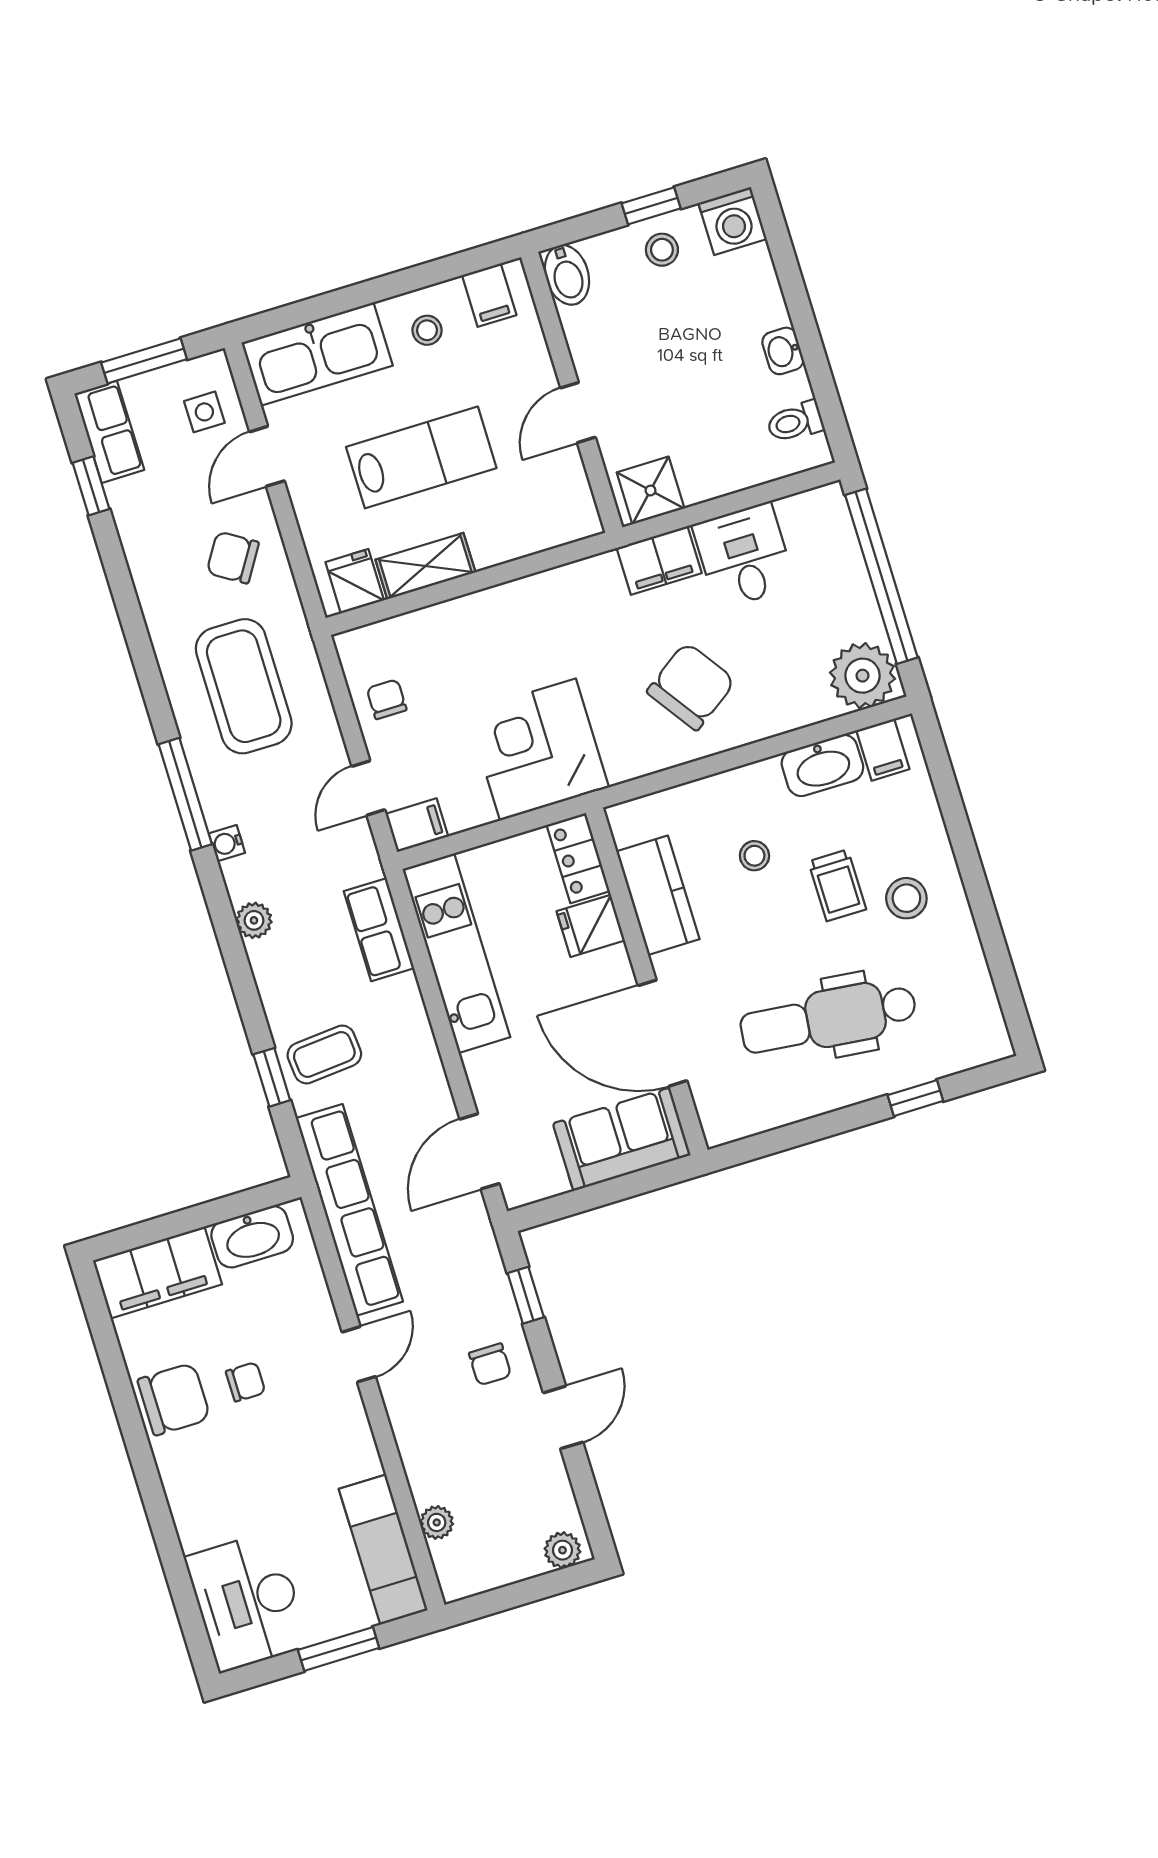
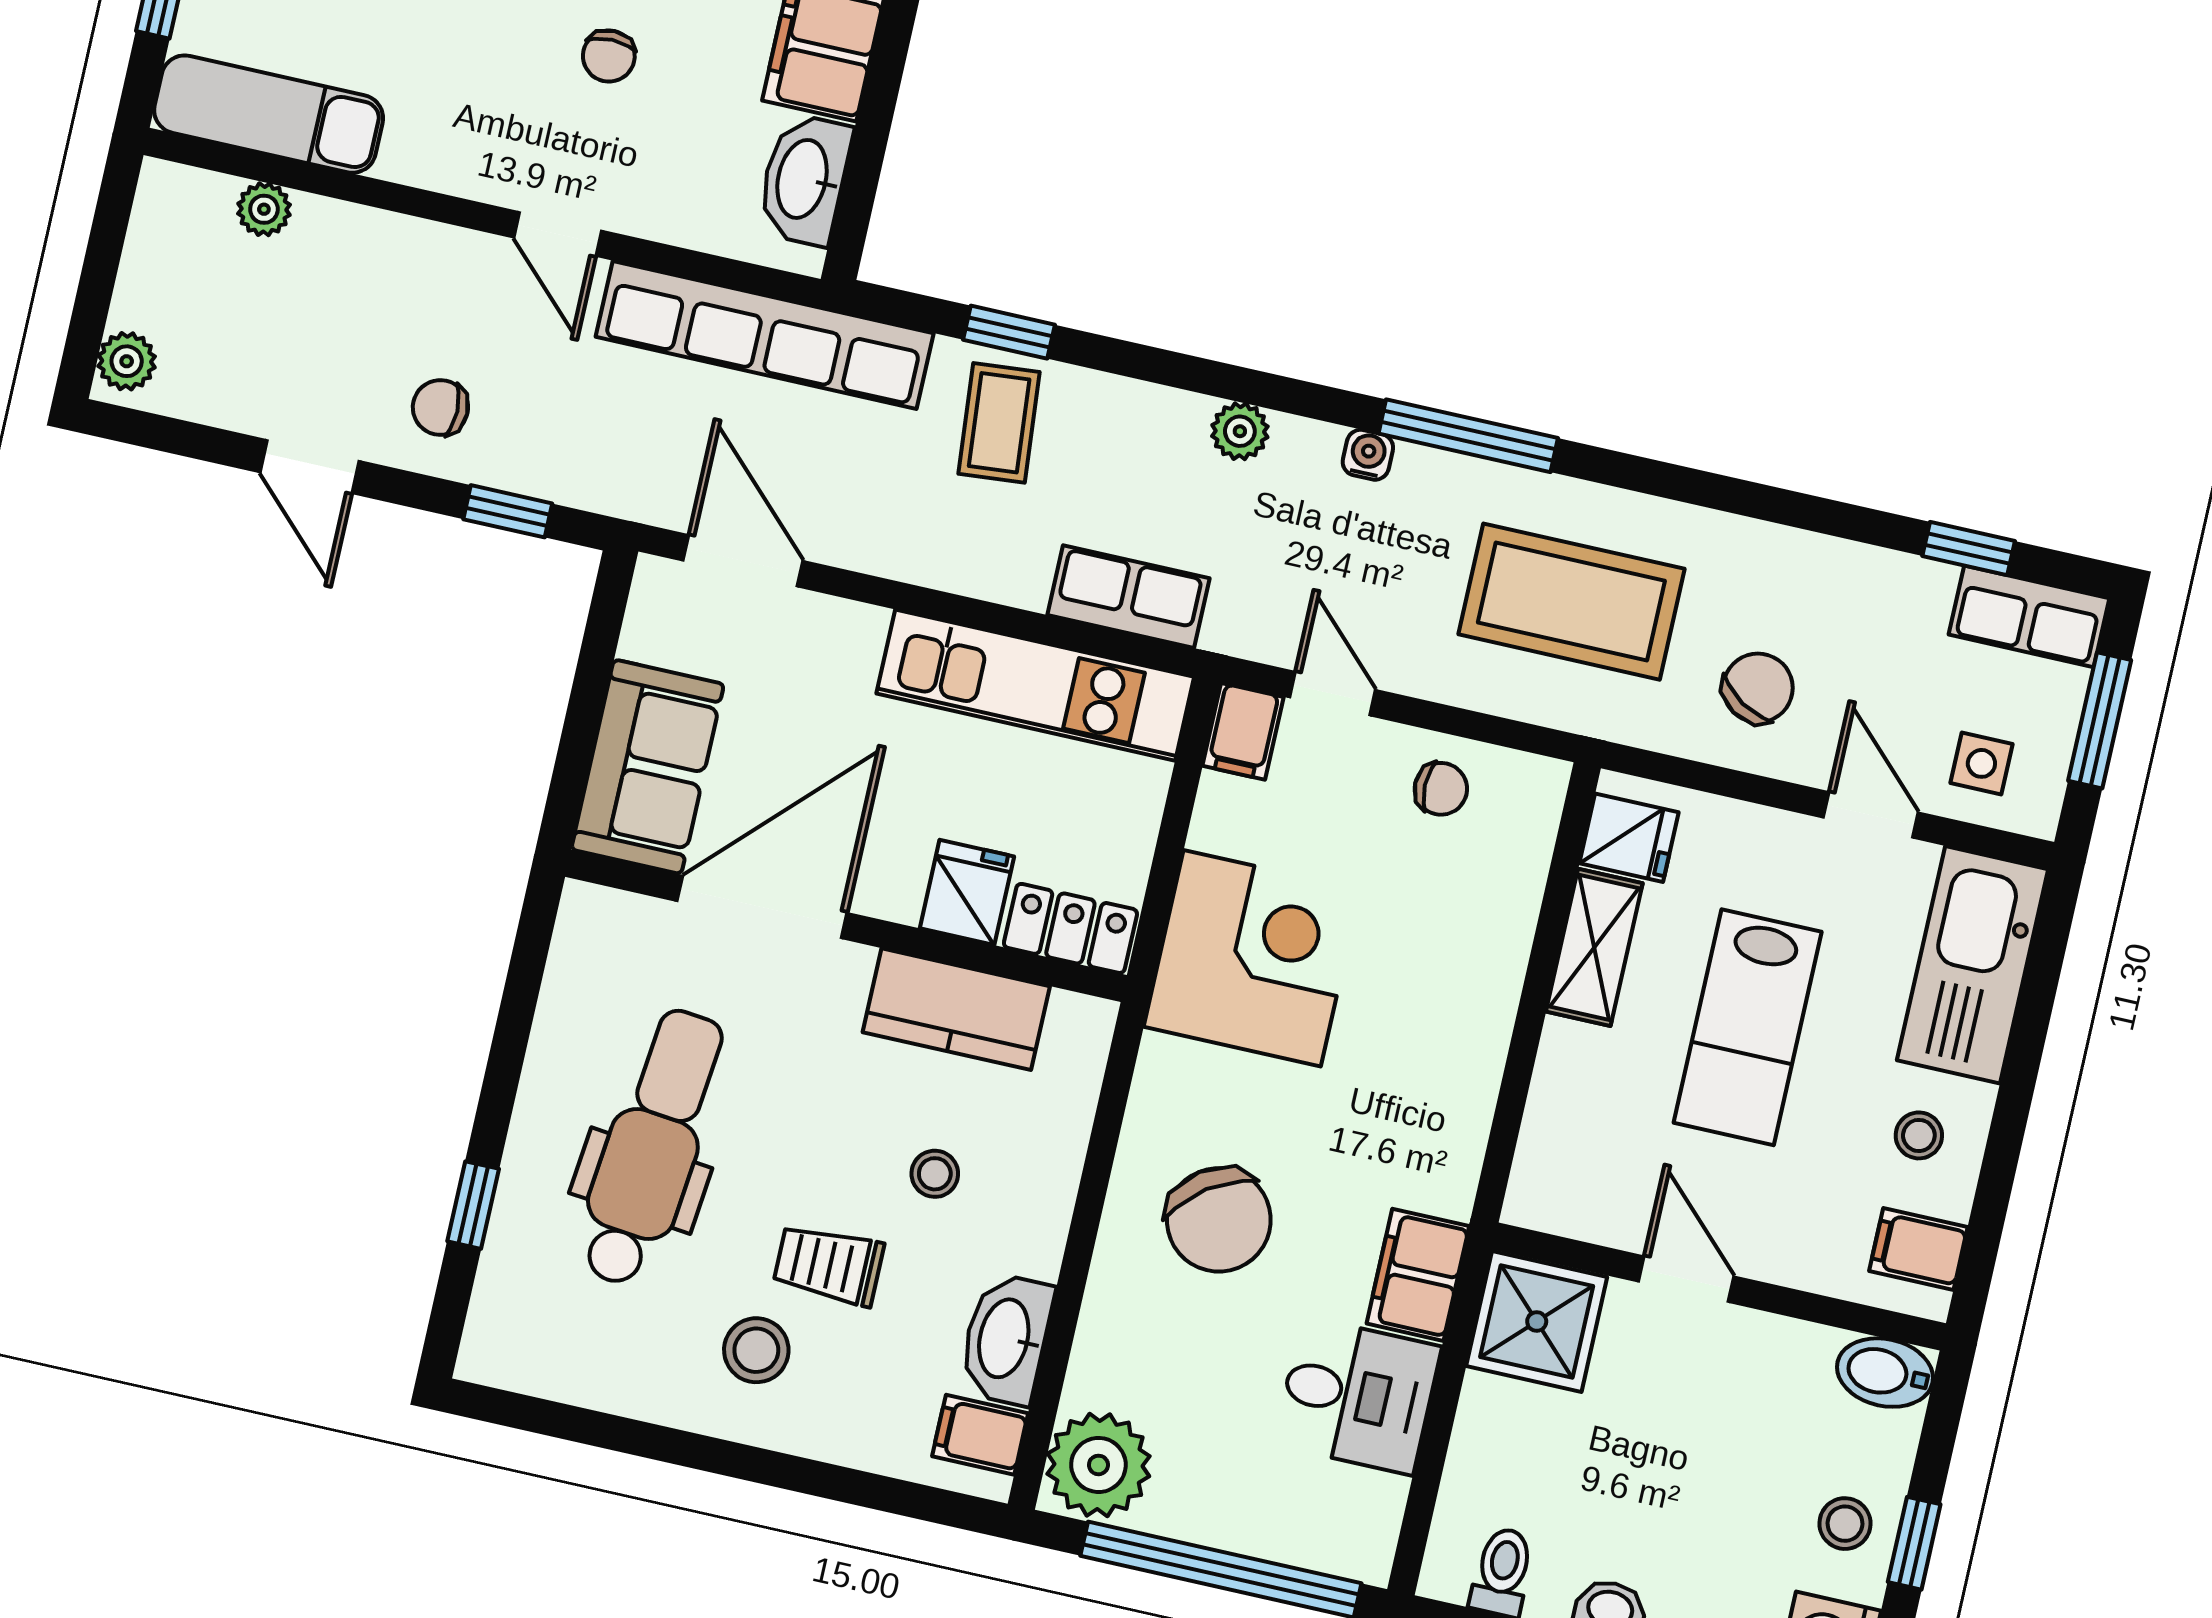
shower: (651, 490) -> (1537, 1322), width x1.36, depth x1.36

